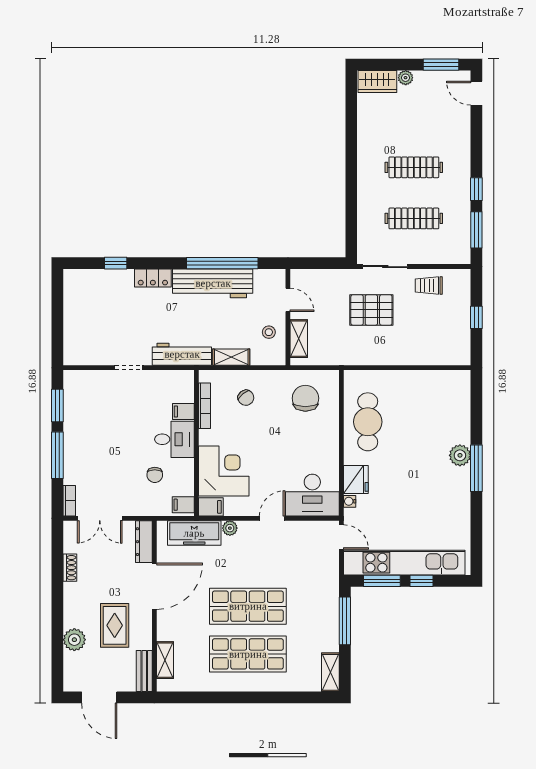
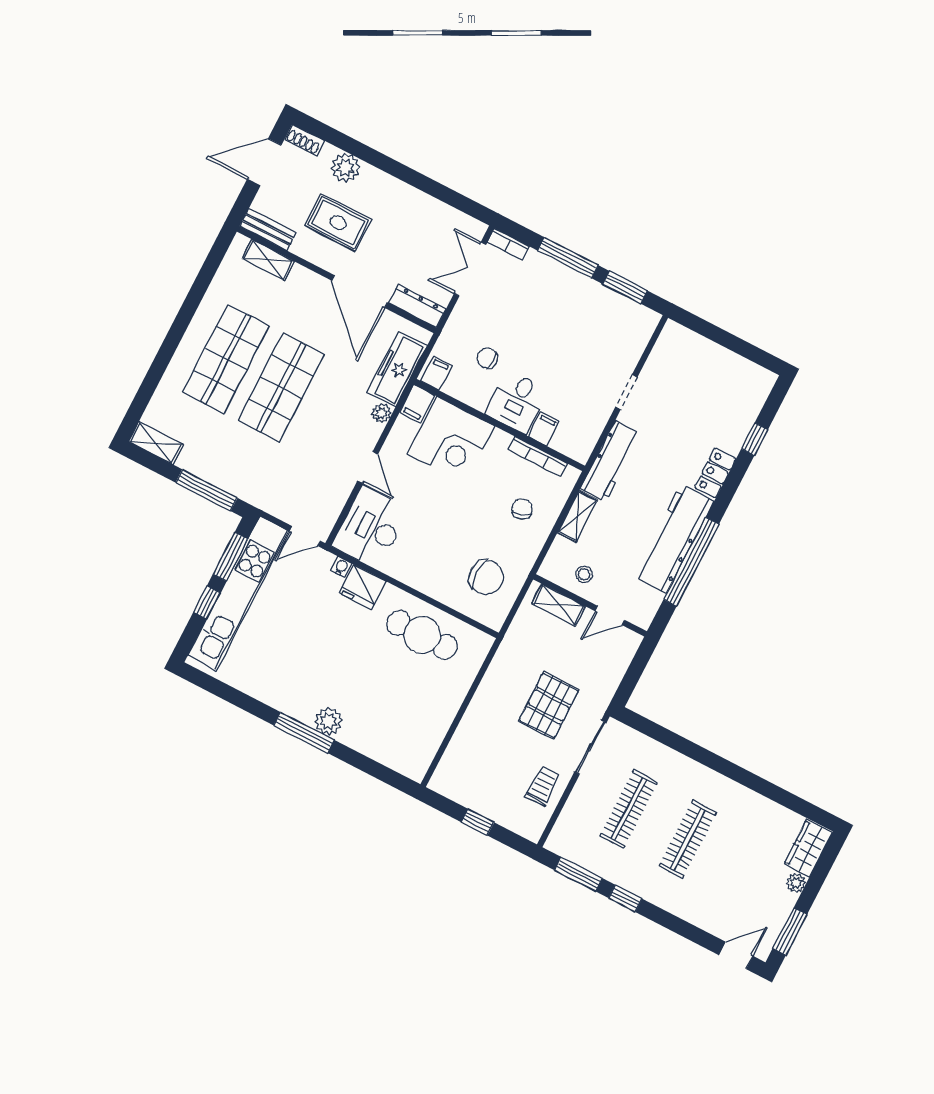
chair: (246, 398) -> (522, 509), turned 107
shoe rack: (70, 568) -> (304, 140), moved

